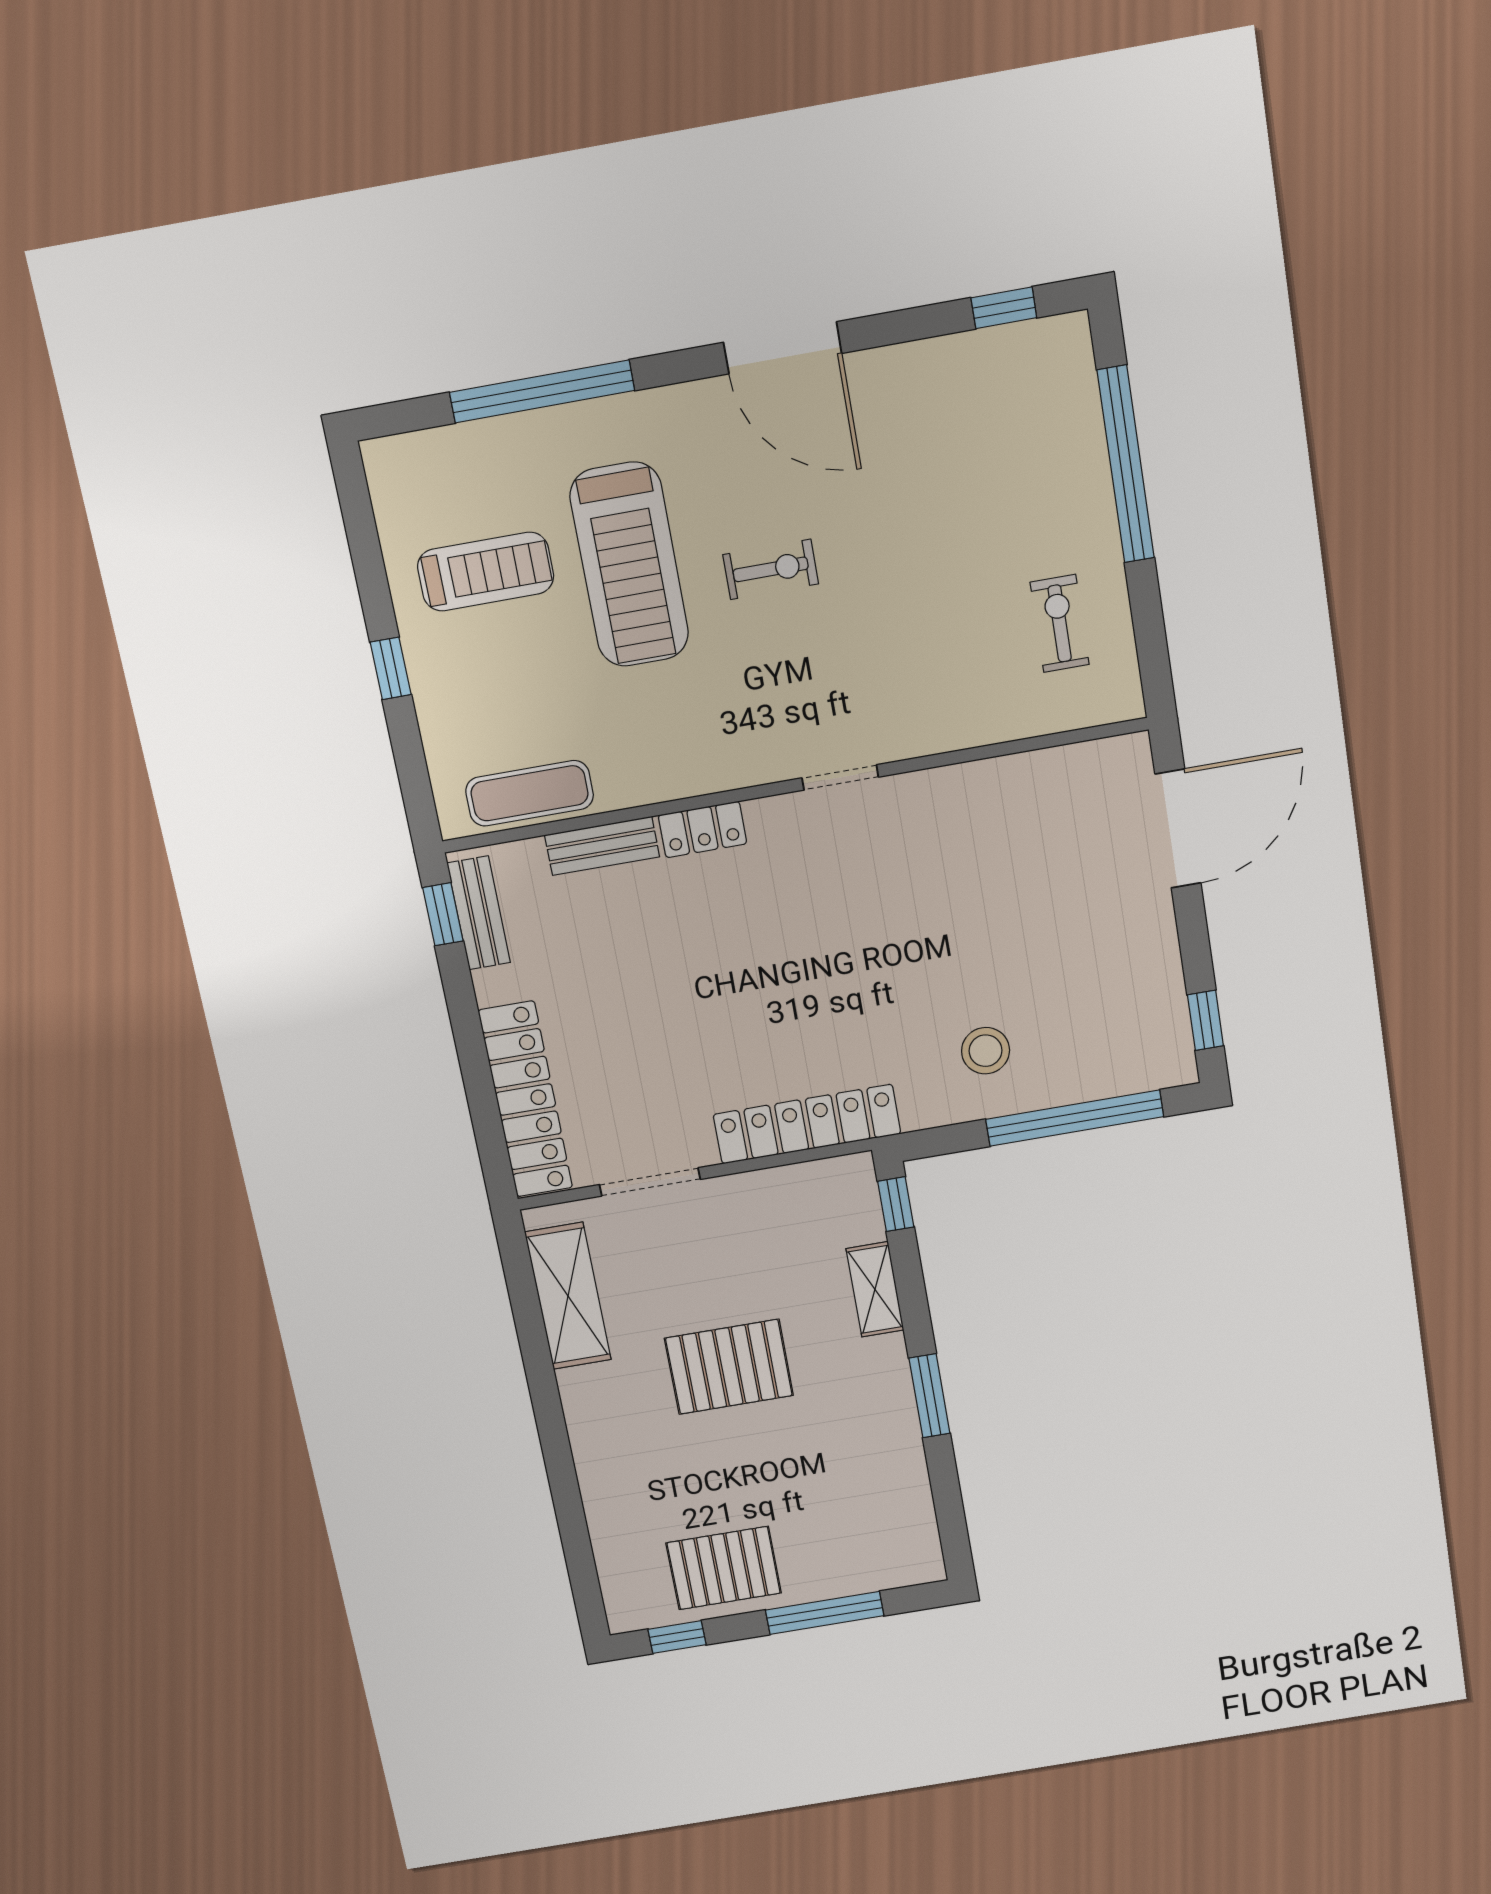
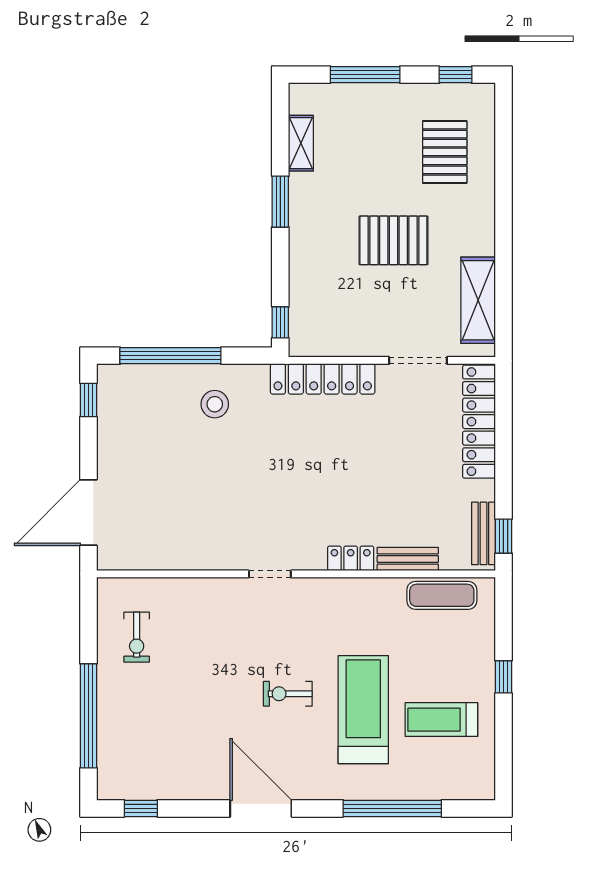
shelving: (875, 1289) -> (301, 143), moved
pallet: (724, 1568) -> (445, 152), moved, turned 90

